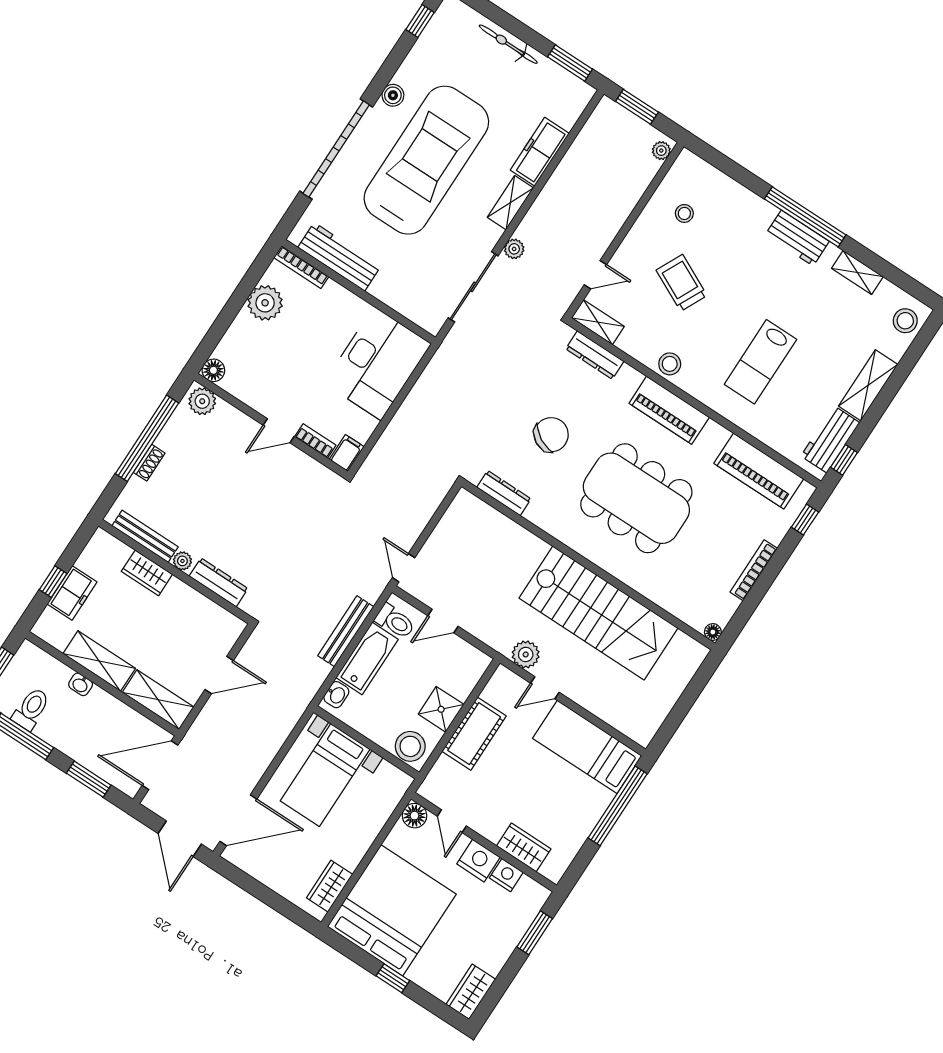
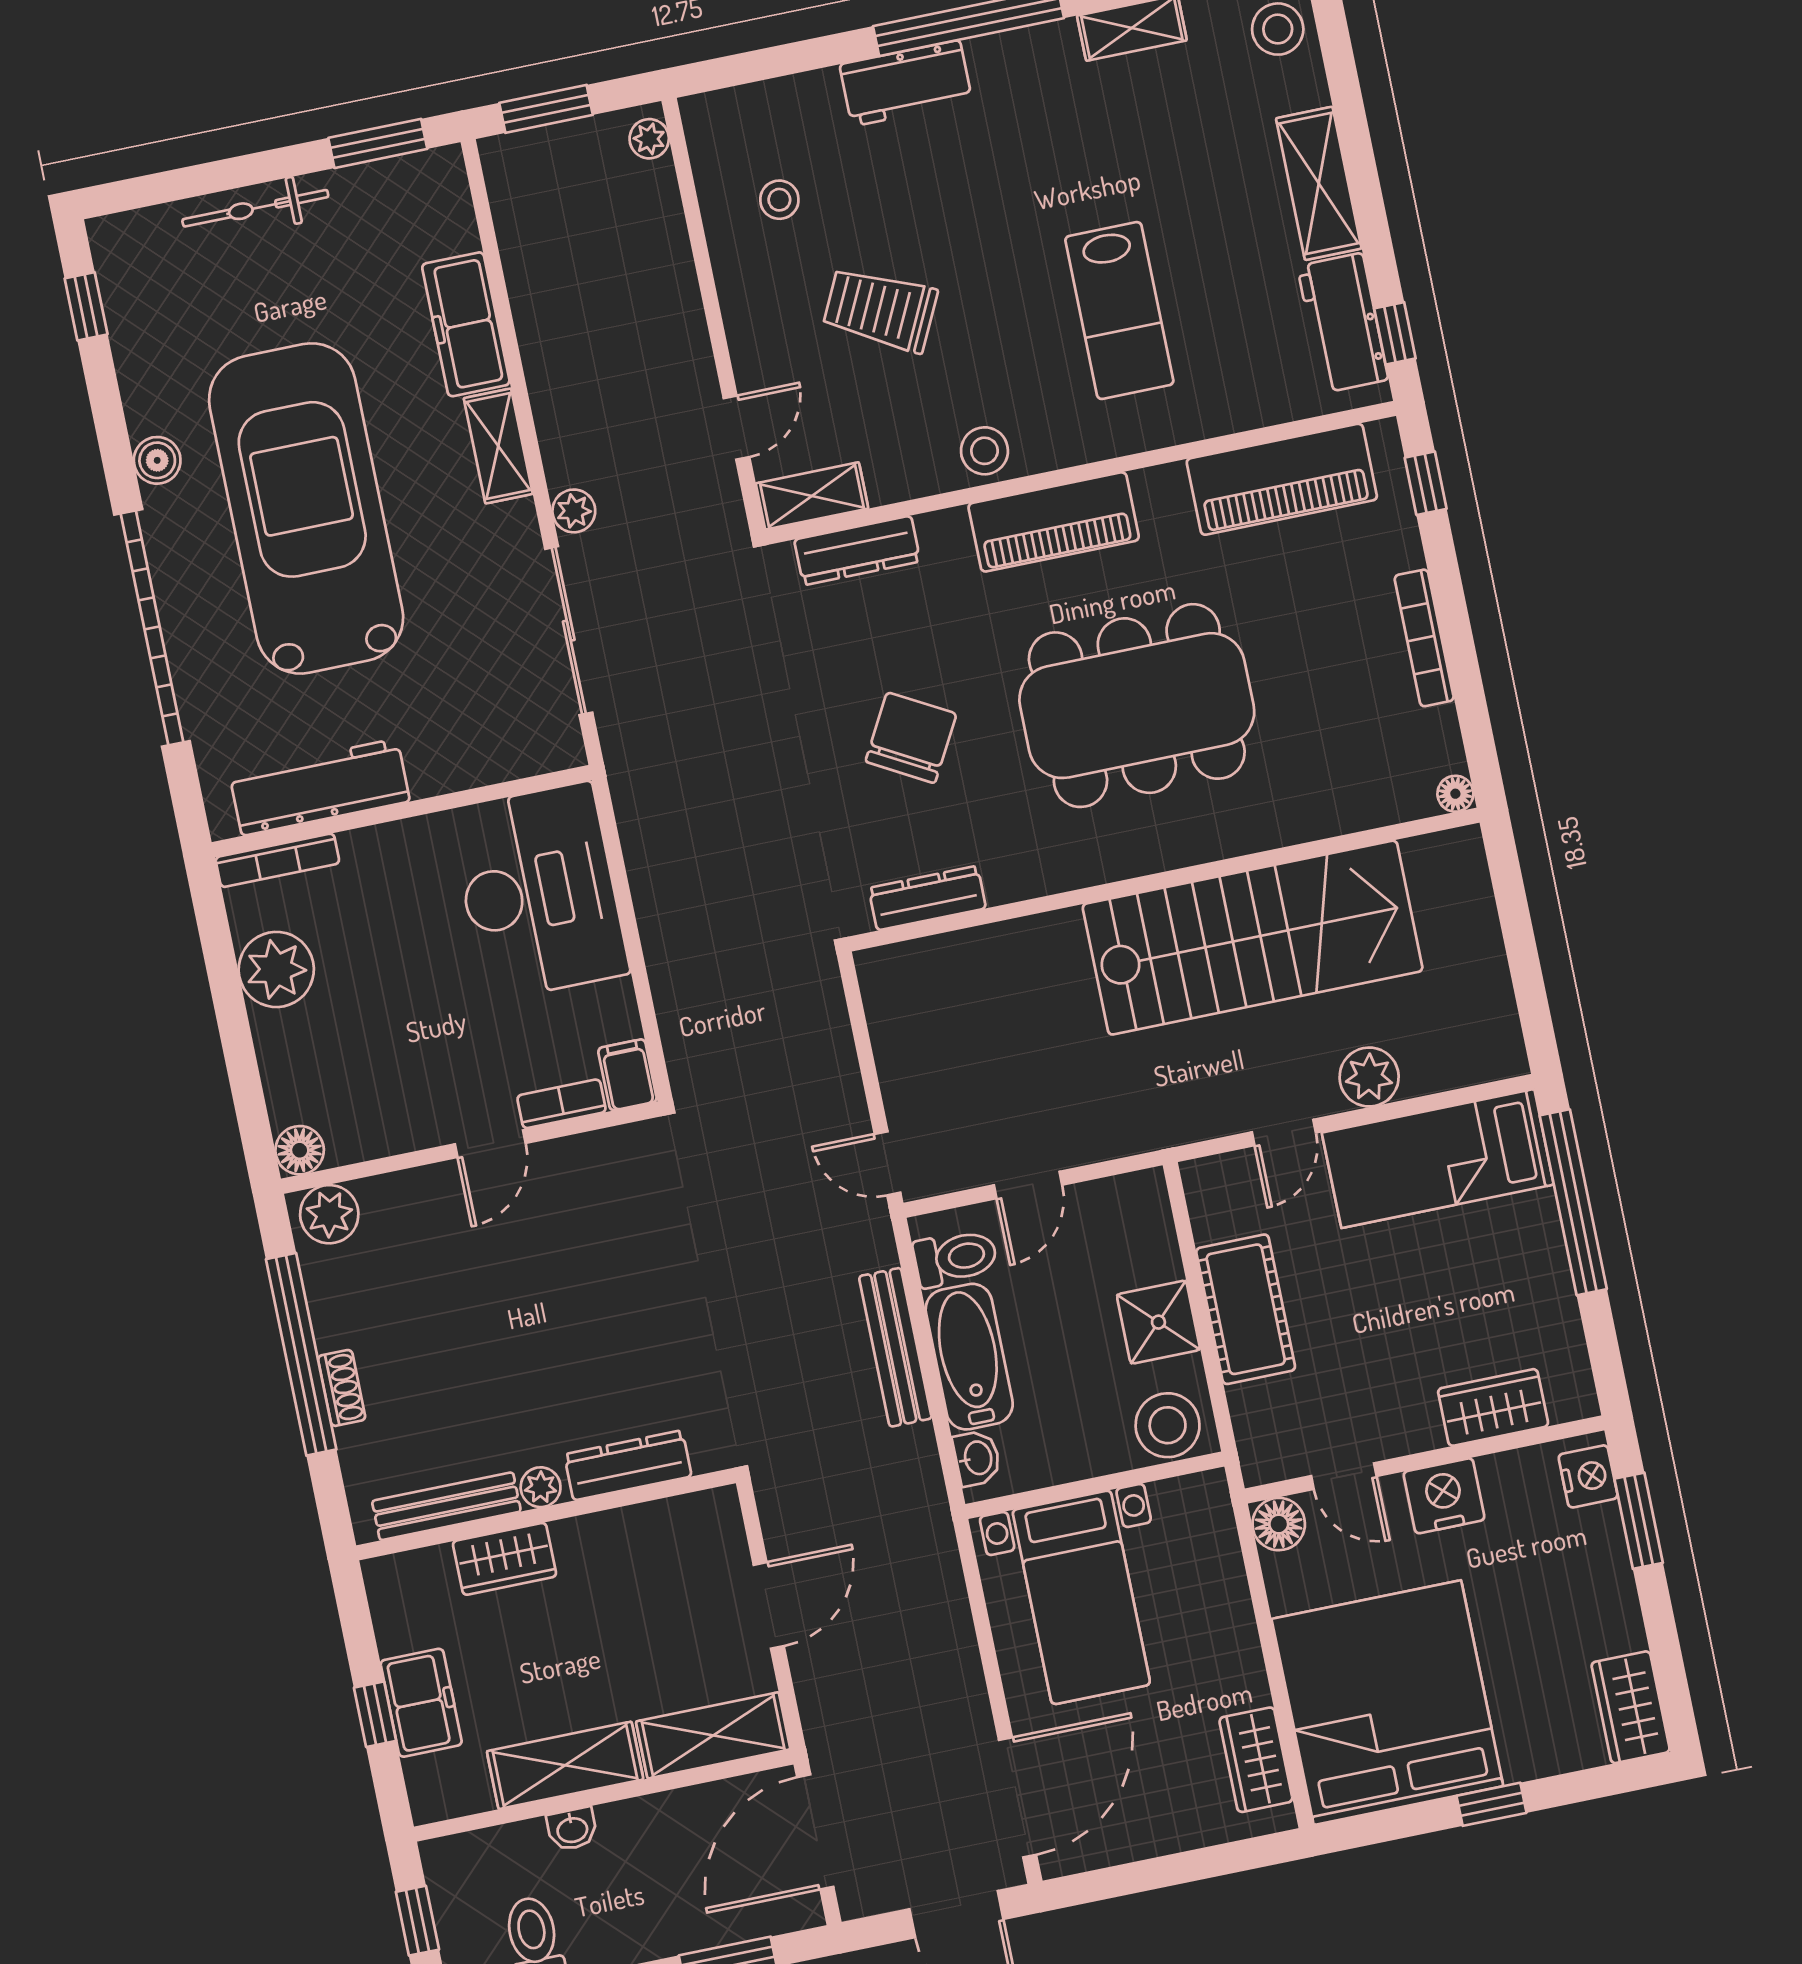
workbench: (797, 238) -> (906, 83), moved
plant: (526, 654) -> (1369, 1077), moved
nightstand: (506, 875) -> (1588, 1476), moved, turned 90

